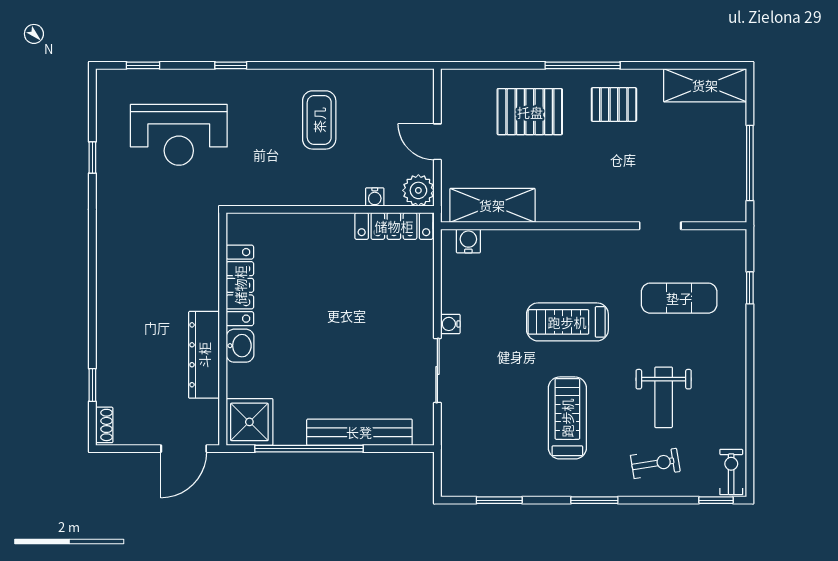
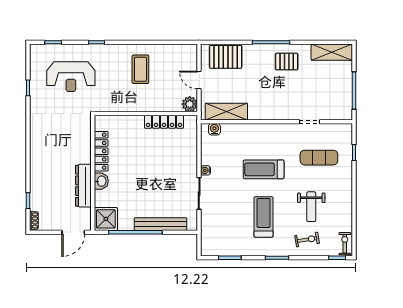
pallet: (530, 112) -> (226, 57), moved
water cooler: (375, 197) -> (168, 107), removed
locker: (394, 226) -> (164, 122), moved

